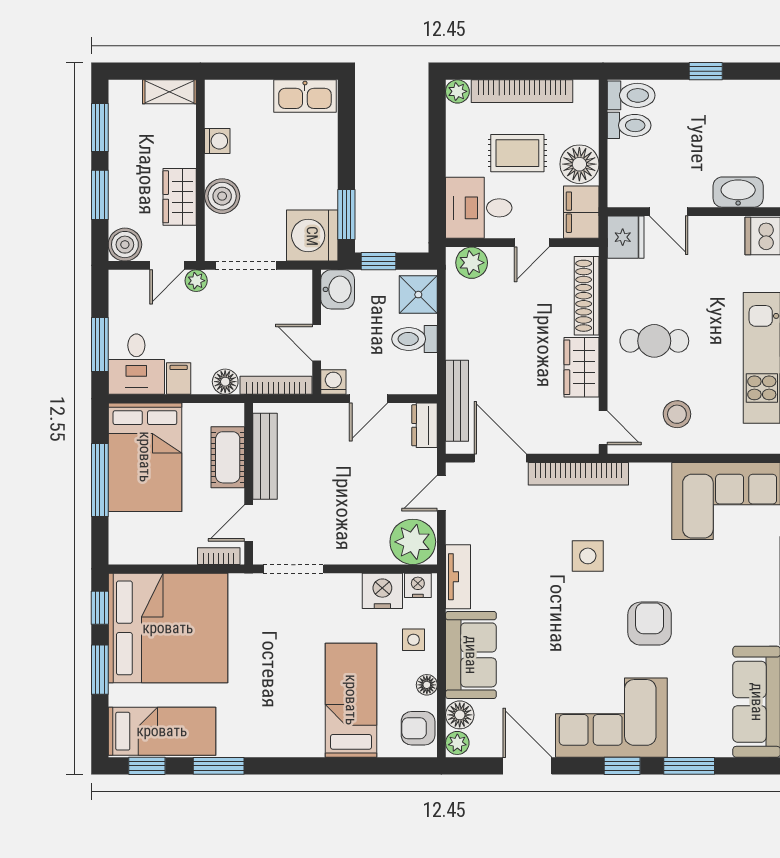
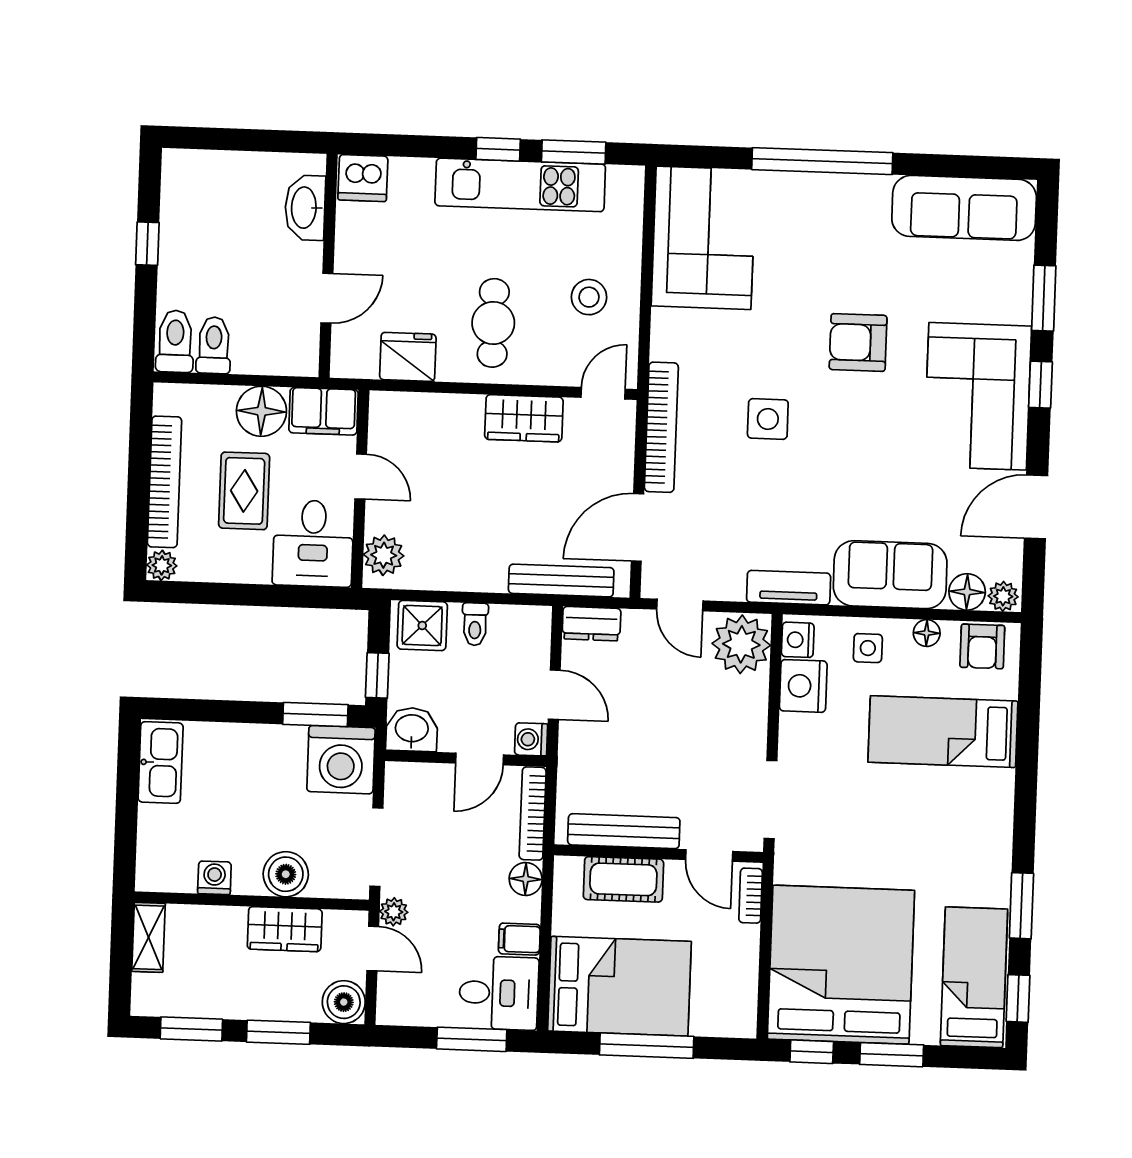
fridge: (626, 237) -> (408, 357), moved
shoe rack: (587, 296) -> (432, 408), removed
toilet: (415, 339) -> (475, 624), width x0.73, depth x0.72

